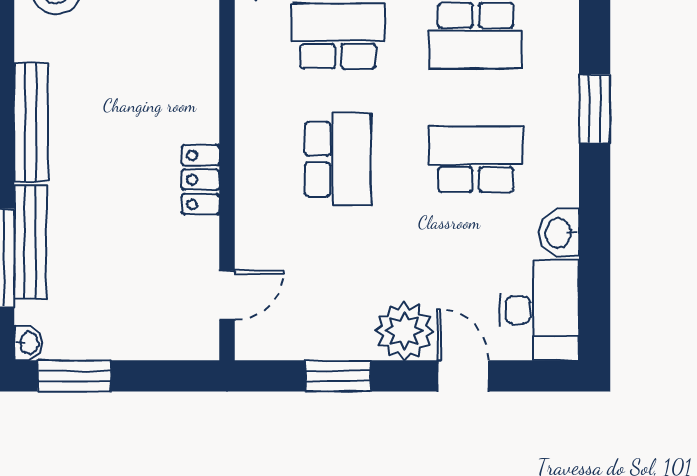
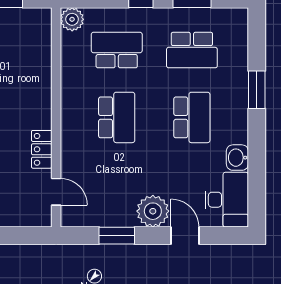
school desk: (476, 159) -> (192, 117), turned 90
locker: (201, 180) -> (42, 149), moved
door: (227, 295) -> (56, 192), hinge flipped

